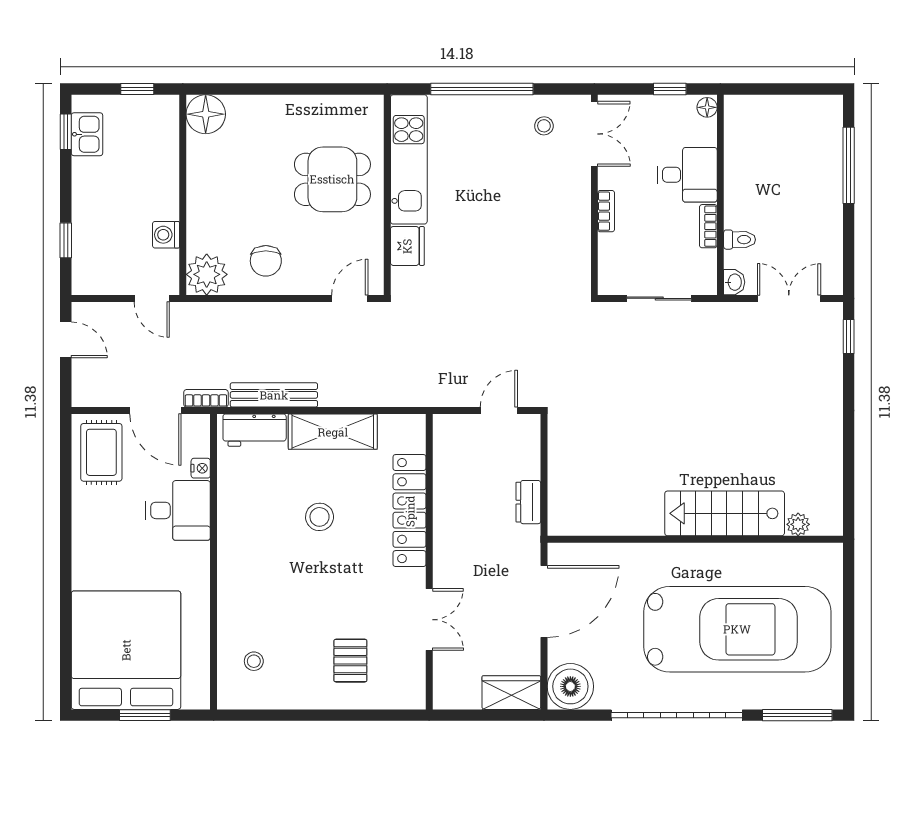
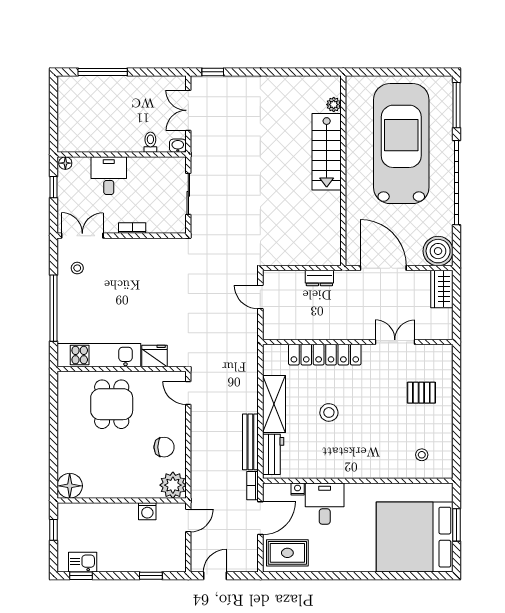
bookcase: (708, 226) -> (142, 162), removed

